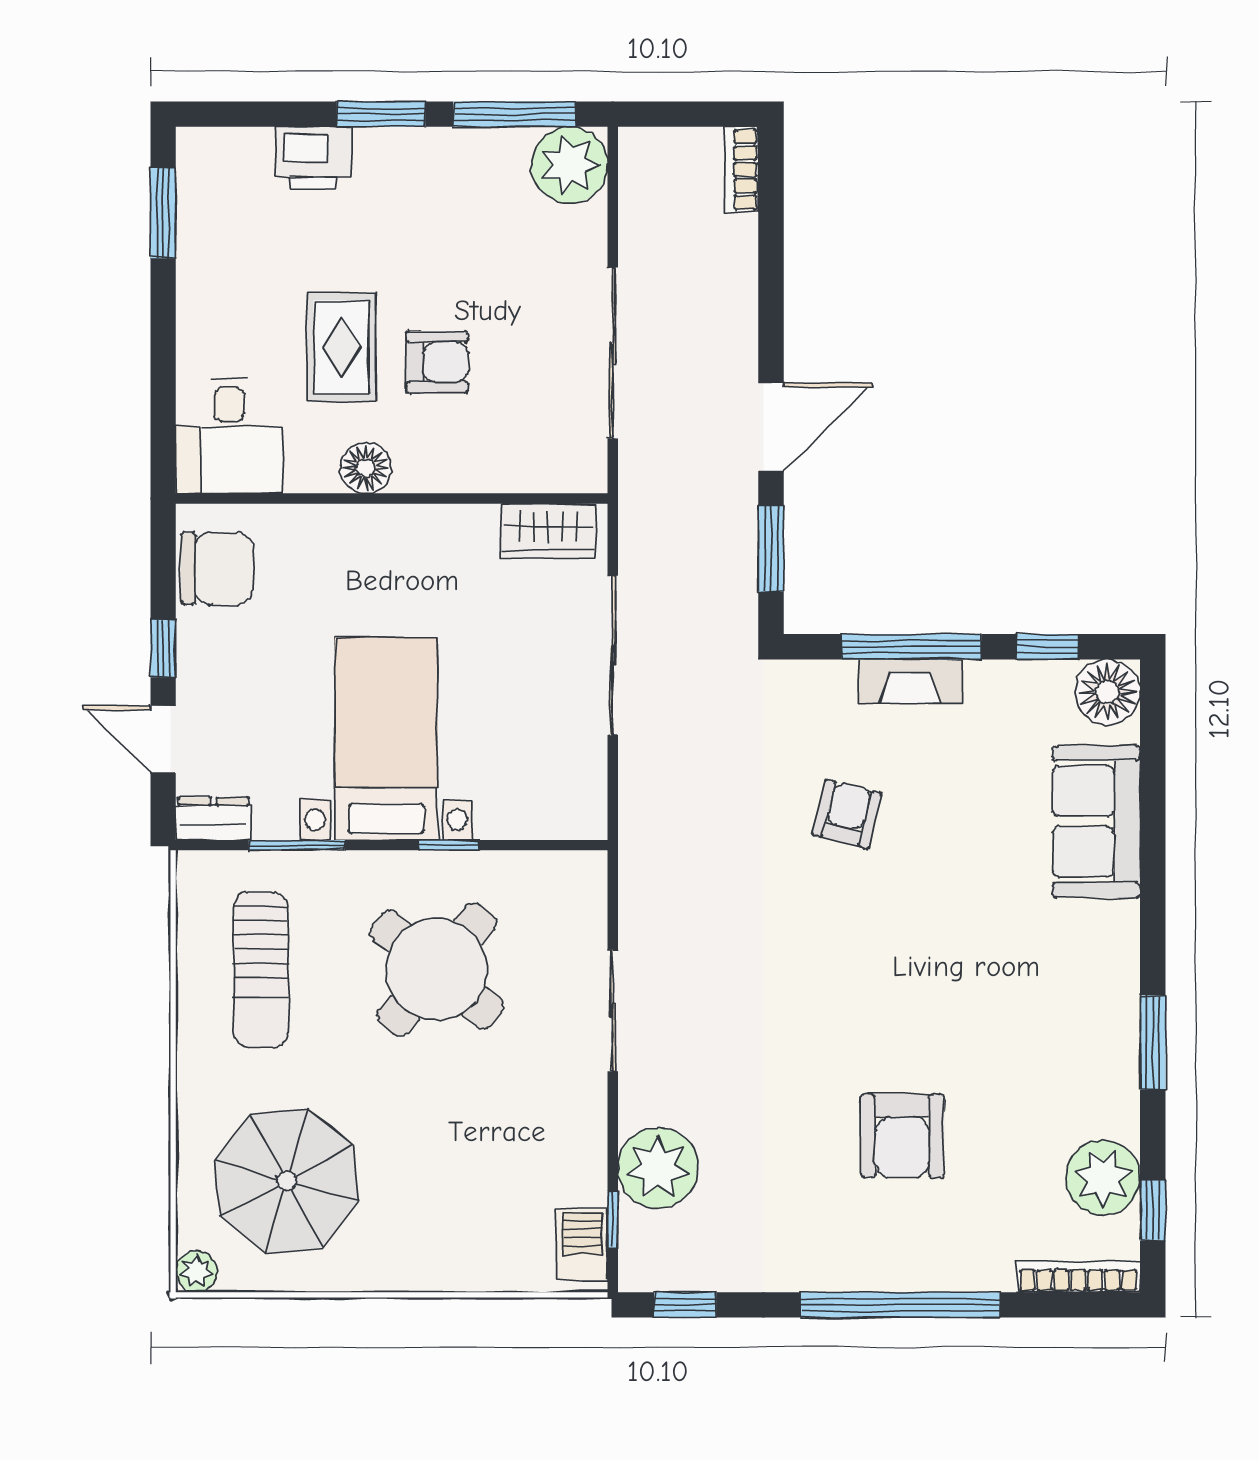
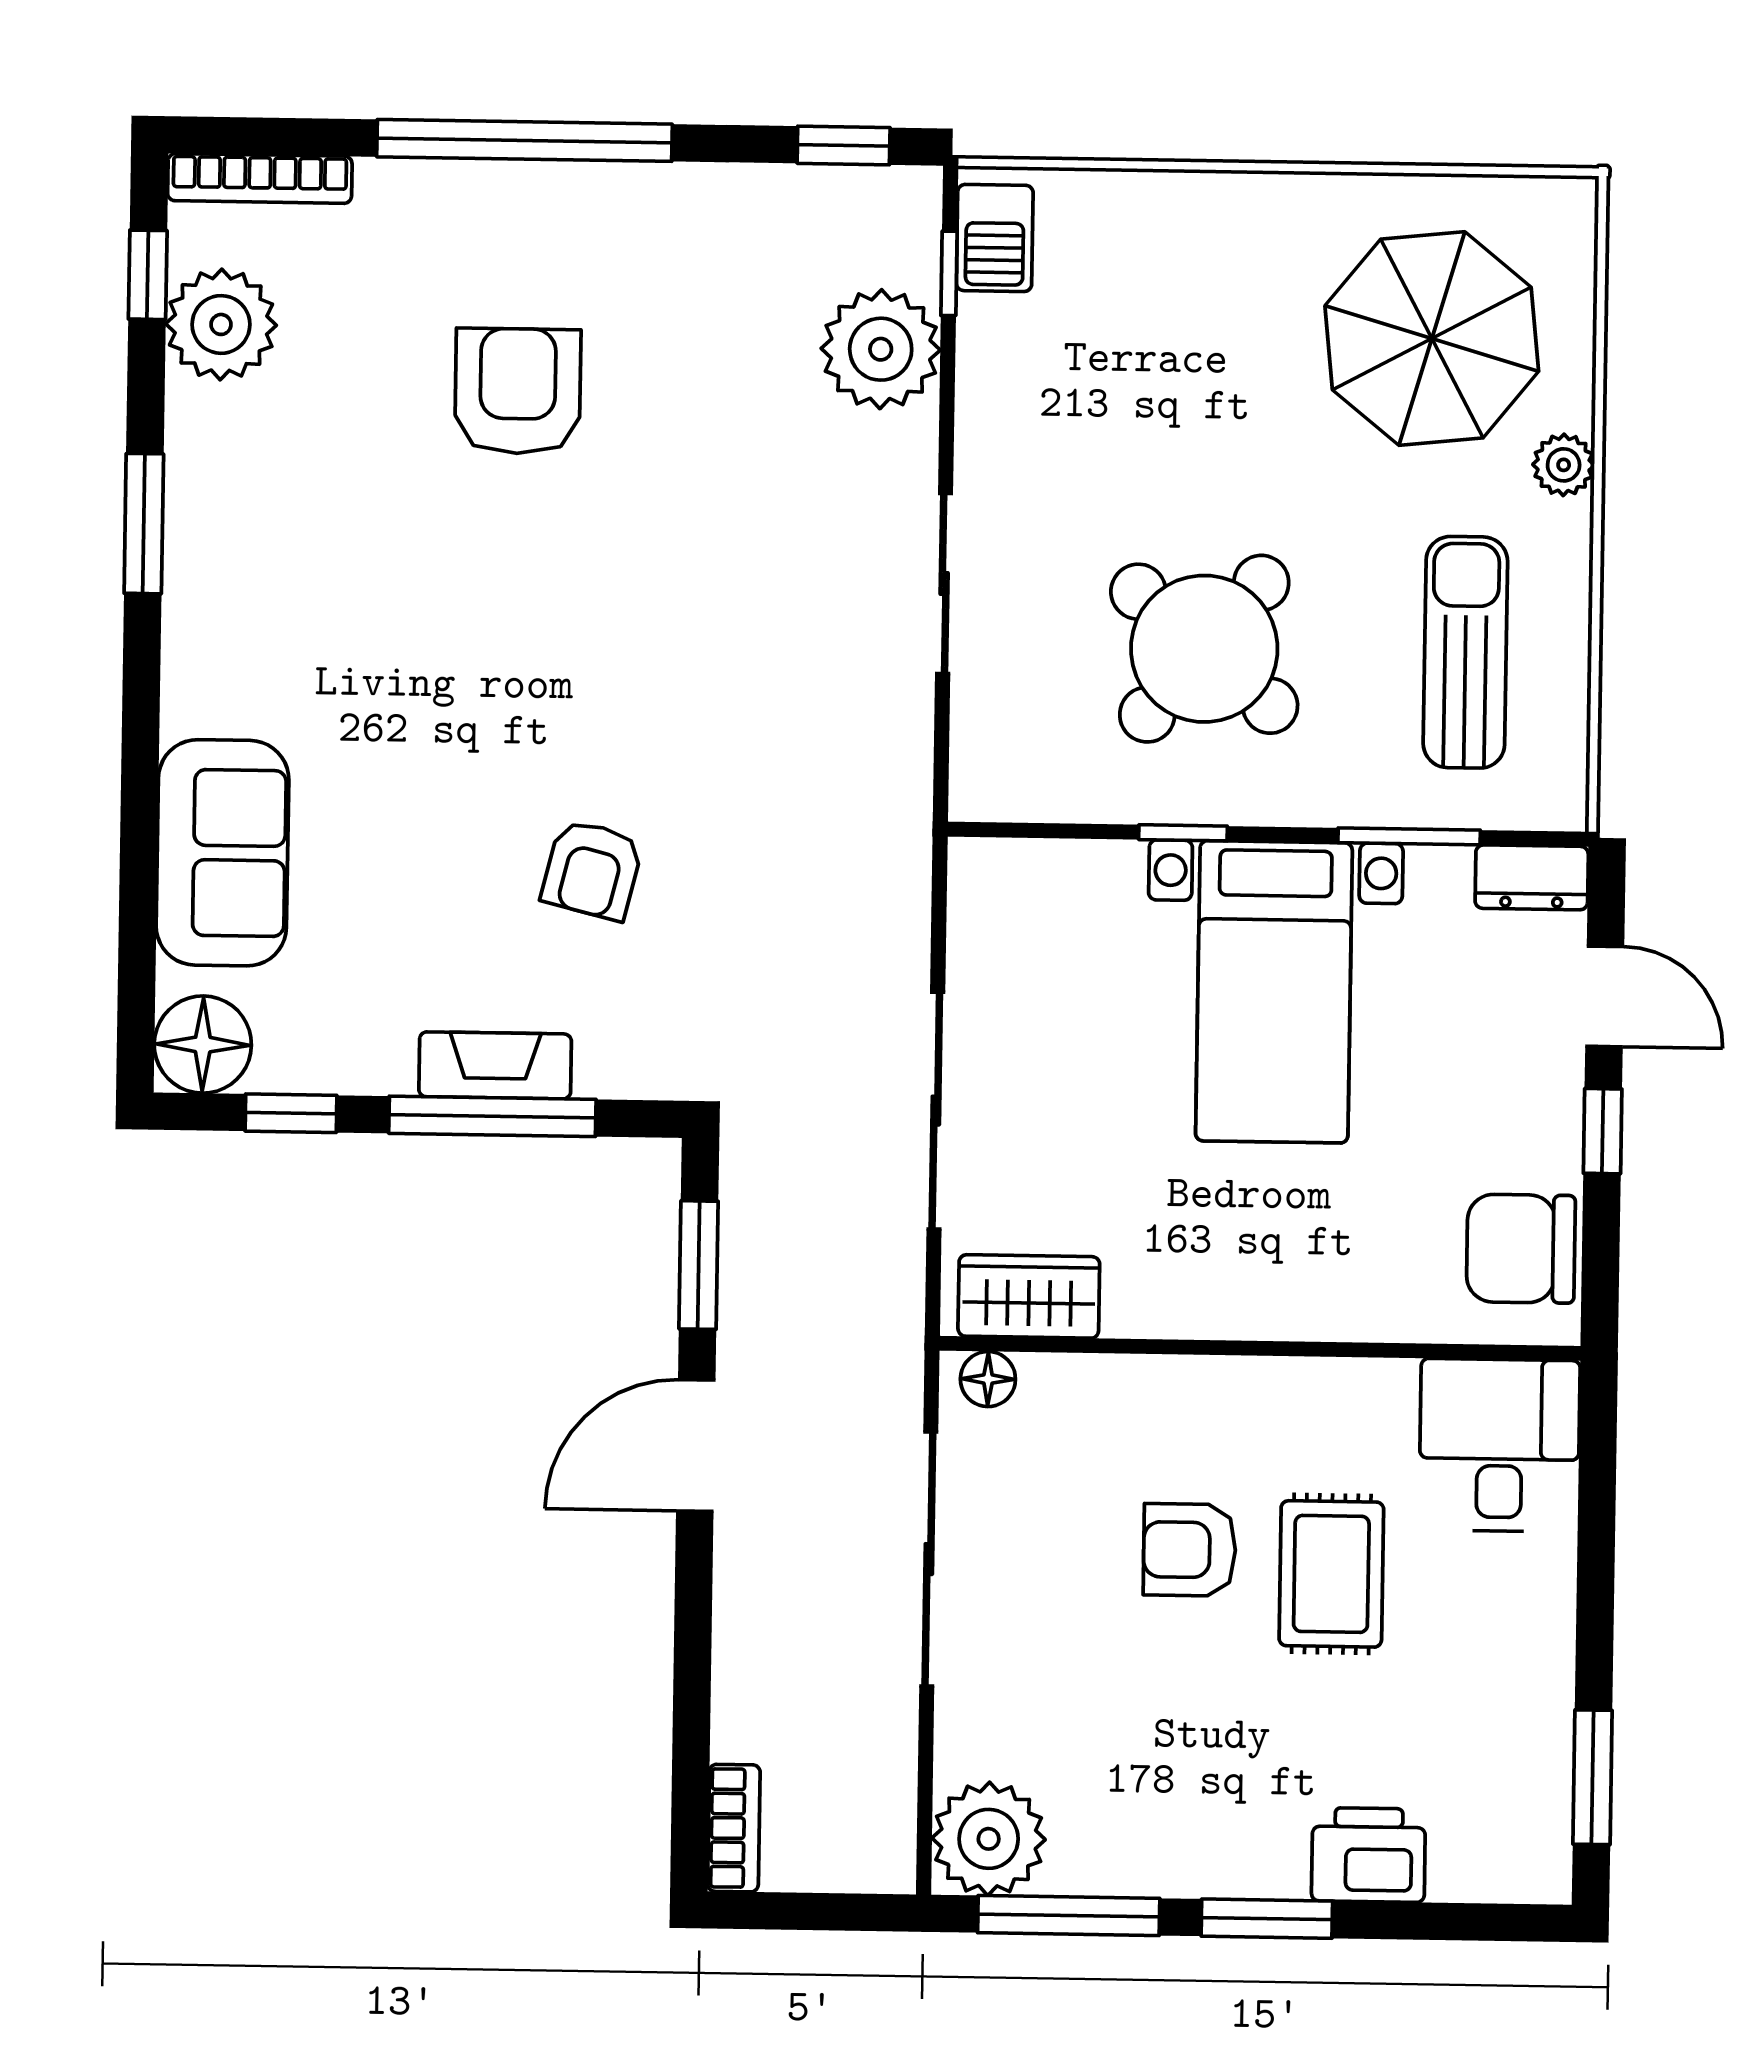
floor lamp: (366, 468) -> (988, 1379), moved, width x0.73, depth x0.73
plant: (196, 1271) -> (1564, 465), moved

